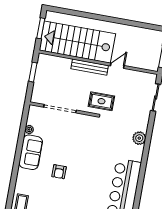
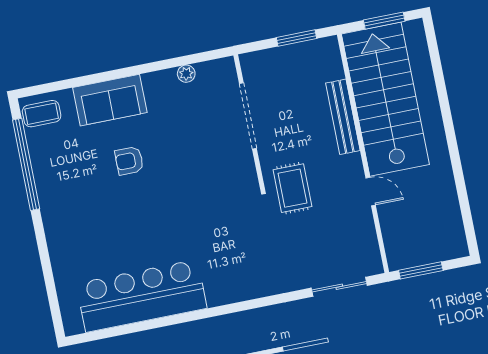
bench: (90, 67) -> (343, 117), moved
plant: (139, 138) -> (251, 286), removed
sofa: (31, 152) -> (110, 100), moved

